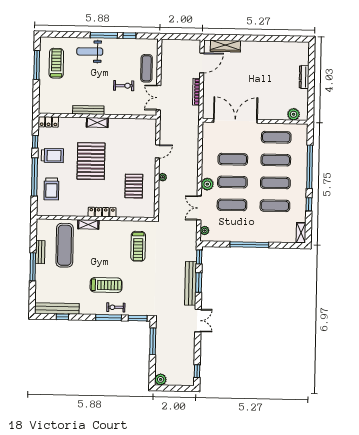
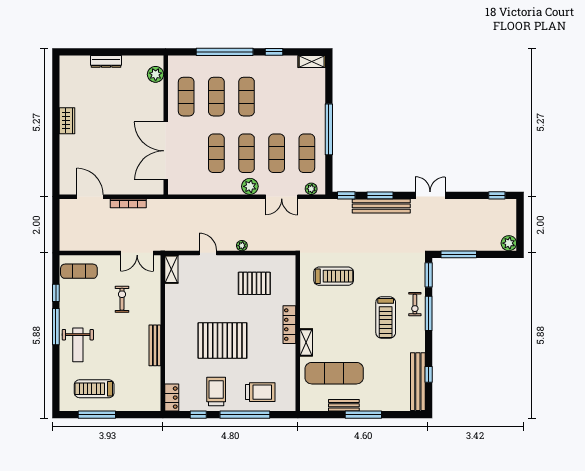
wardrobe: (225, 46) -> (67, 121), moved, width x0.67
exercise mat: (147, 68) -> (79, 271), moved
shelving: (97, 123) -> (171, 269), moved
exercise mat: (275, 206) -> (307, 153), moved
treadmill: (106, 285) -> (386, 318), turned 180

